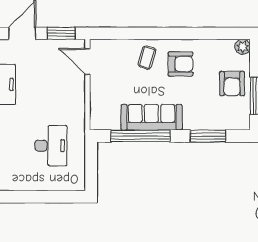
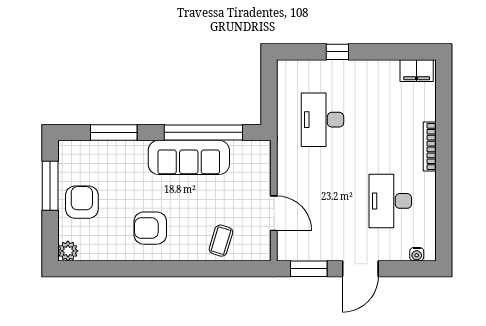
coffee table: (147, 57) -> (221, 241), moved
door: (87, 62) -> (274, 213), moved
window: (39, 197) -> (337, 52), added

